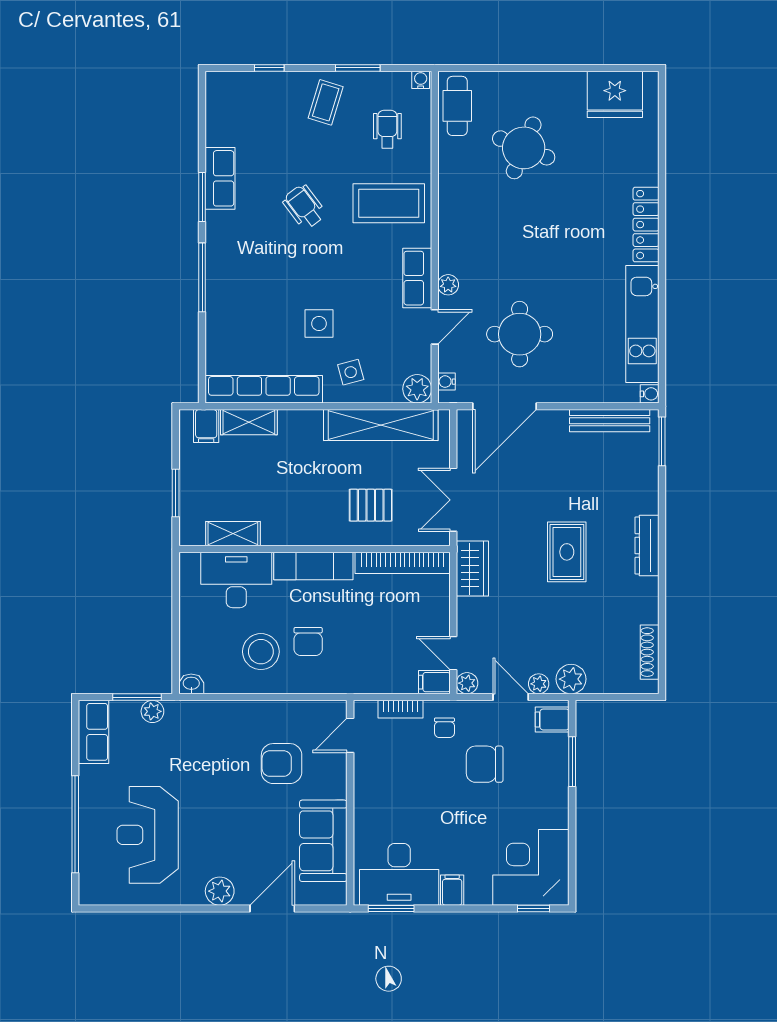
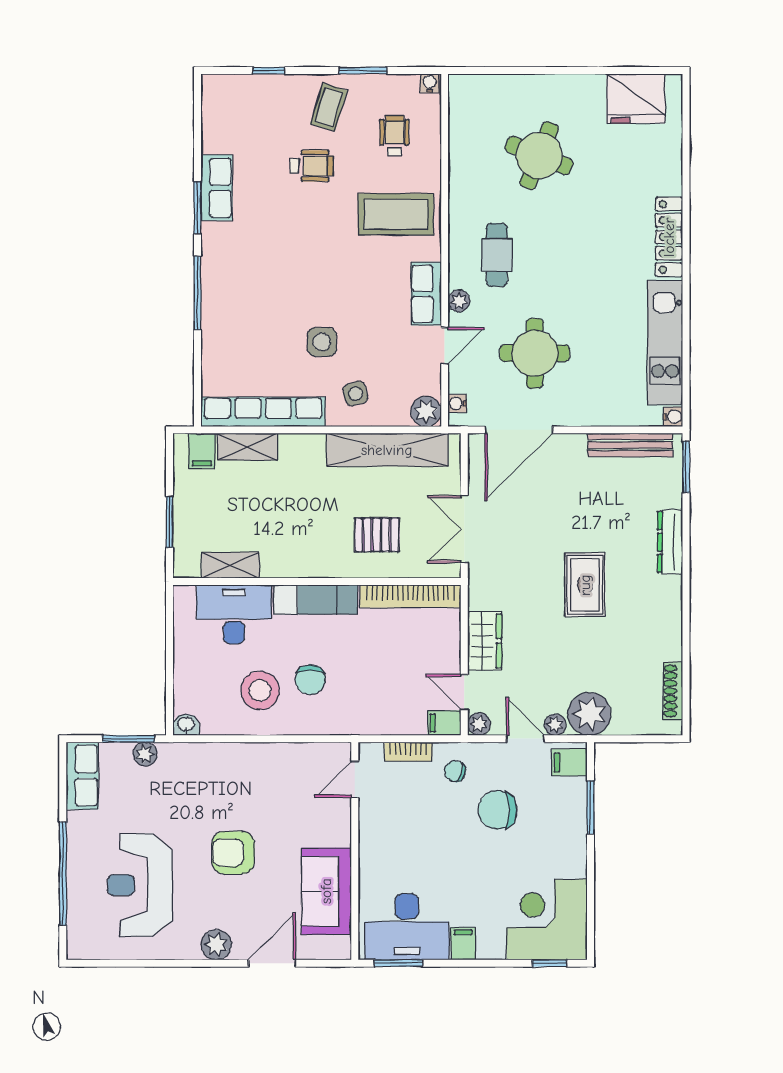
cafe table: (457, 106) -> (497, 255), moved
wheelchair: (304, 207) -> (312, 166), moved, turned 127
dresser: (647, 546) -> (670, 542), moved
wardrobe: (472, 569) -> (485, 641), moved
plant: (571, 679) -> (589, 714), width x1.36, depth x1.36
chair: (444, 728) -> (455, 771), turned 109
armchair: (282, 764) -> (233, 853), moved

